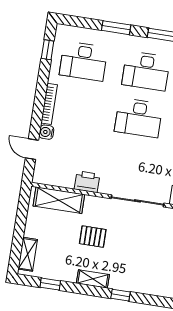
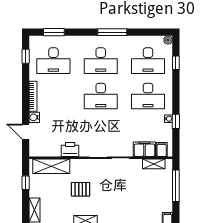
window: (116, 28) -> (54, 32), moved
window: (21, 217) -> (26, 183), added

